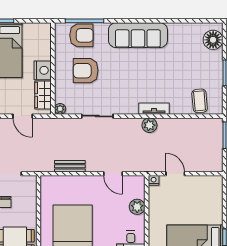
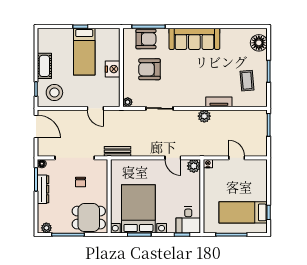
wardrobe: (43, 95) -> (113, 90), removed
coffee table: (200, 101) -> (247, 81), moved
tv unit: (154, 109) -> (219, 102), moved
bench: (70, 166) -> (117, 151), moved
door: (175, 174) -> (237, 158), moved
plant: (137, 207) -> (194, 166), moved

